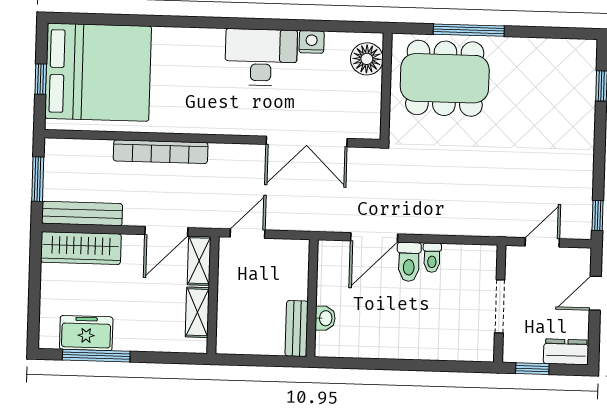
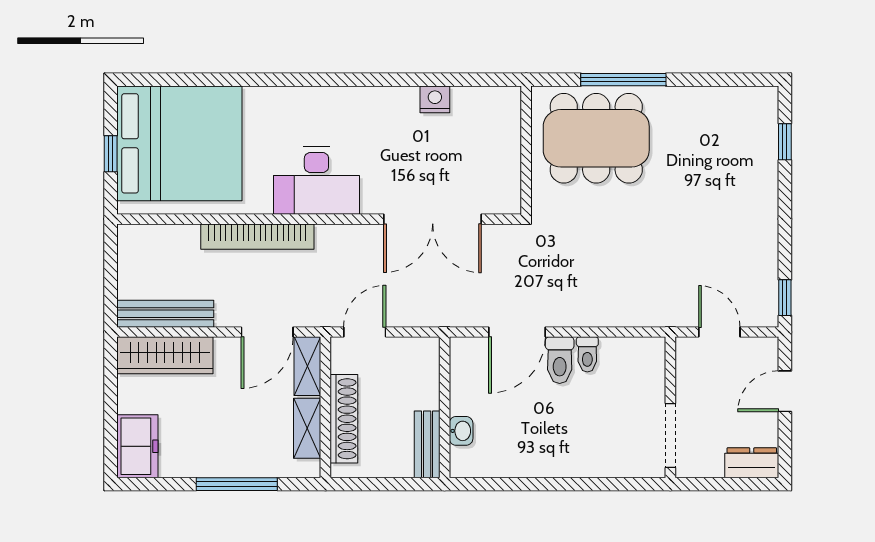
desk: (261, 57) -> (316, 181), moved, turned 180
floor lamp: (367, 59) -> (502, 118), removed
window: (38, 179) -> (111, 274), removed
door: (542, 242) -> (719, 332), hinge flipped
shoe rack: (228, 305) -> (344, 419), added
doorway: (500, 306) -> (670, 436), moved
freezer: (86, 333) -> (137, 446), moved, turned 90
window: (96, 356) -> (237, 484), moved
window: (532, 369) -> (712, 484), removed

